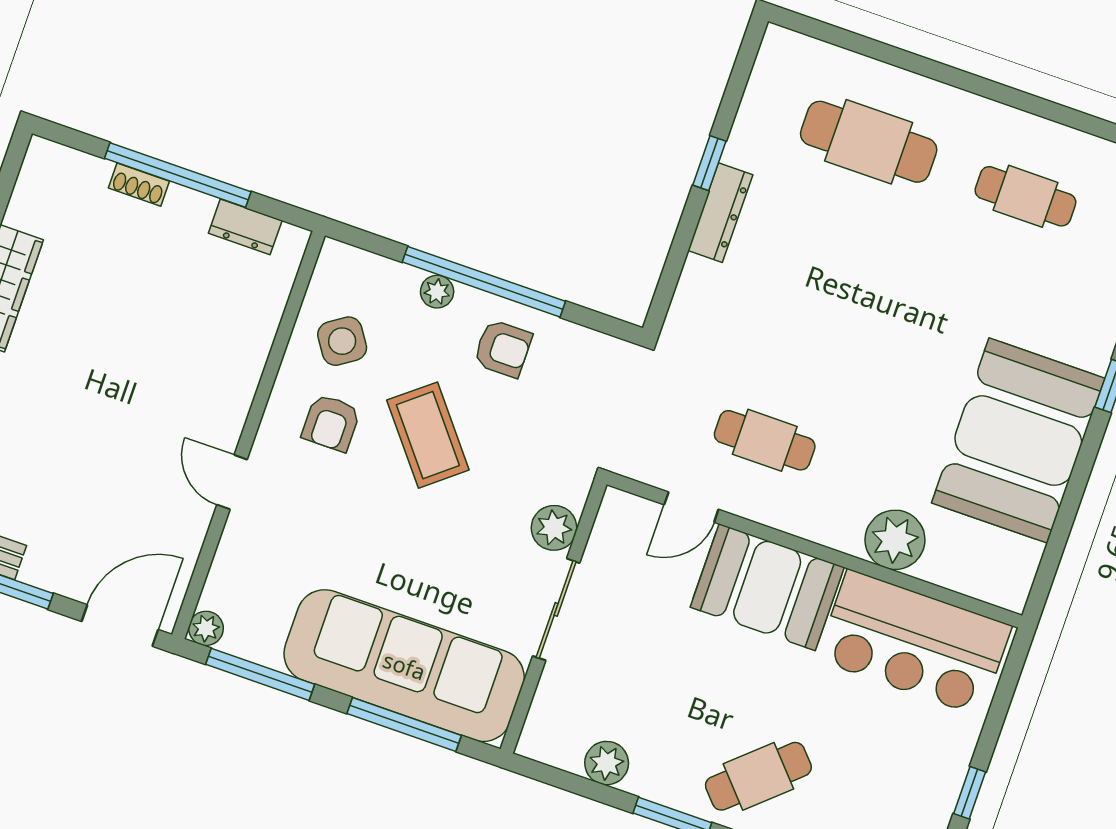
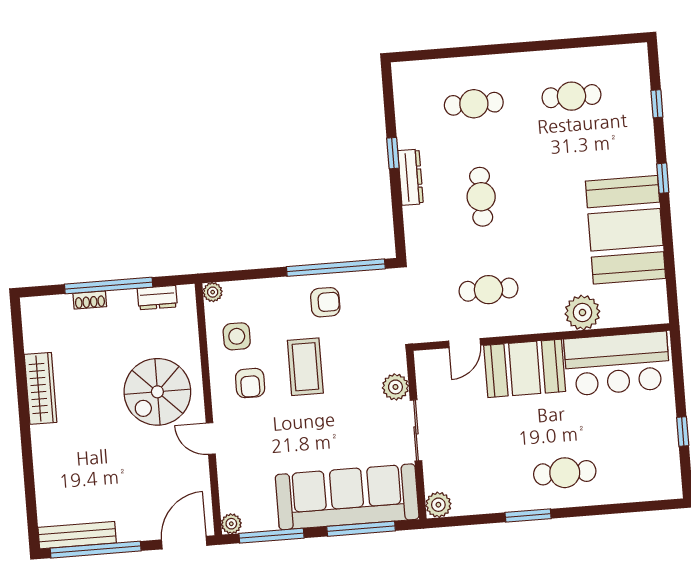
cafe table: (869, 142) -> (474, 104), width x0.73, depth x0.74
window: (484, 282) -> (336, 268), moved
cafe table: (817, 291) -> (481, 197), added
plant: (437, 292) -> (213, 292), moved
side table: (342, 341) -> (237, 336), turned 34
spiral stairs: (181, 373) -> (157, 392), added
coffee table: (428, 435) -> (305, 367), turned 39
plant: (607, 763) -> (438, 505), moved
cafe table: (758, 776) -> (565, 473), turned 42

